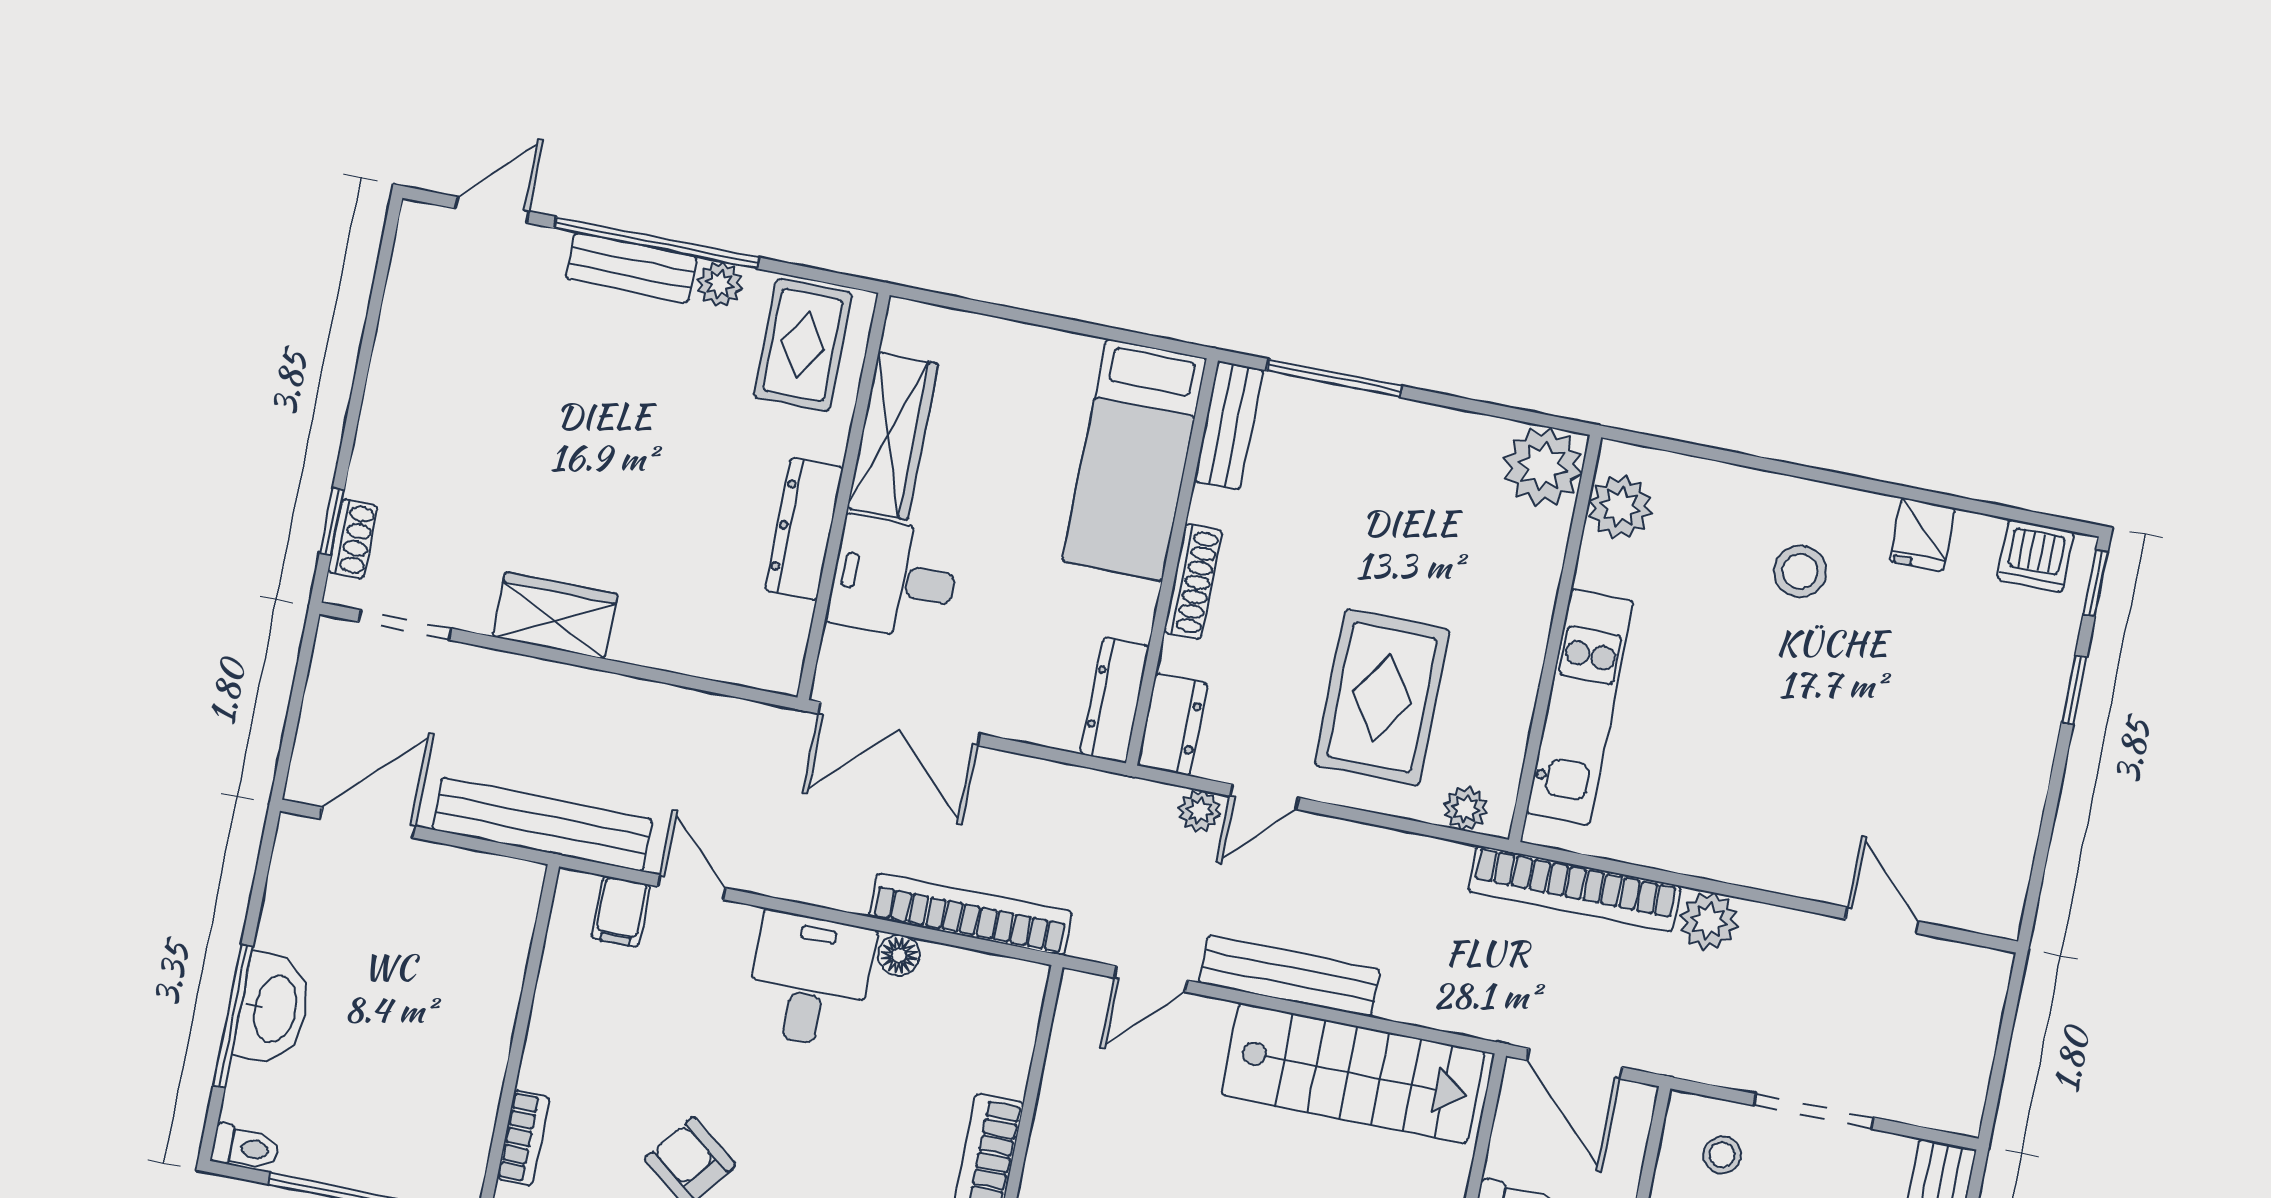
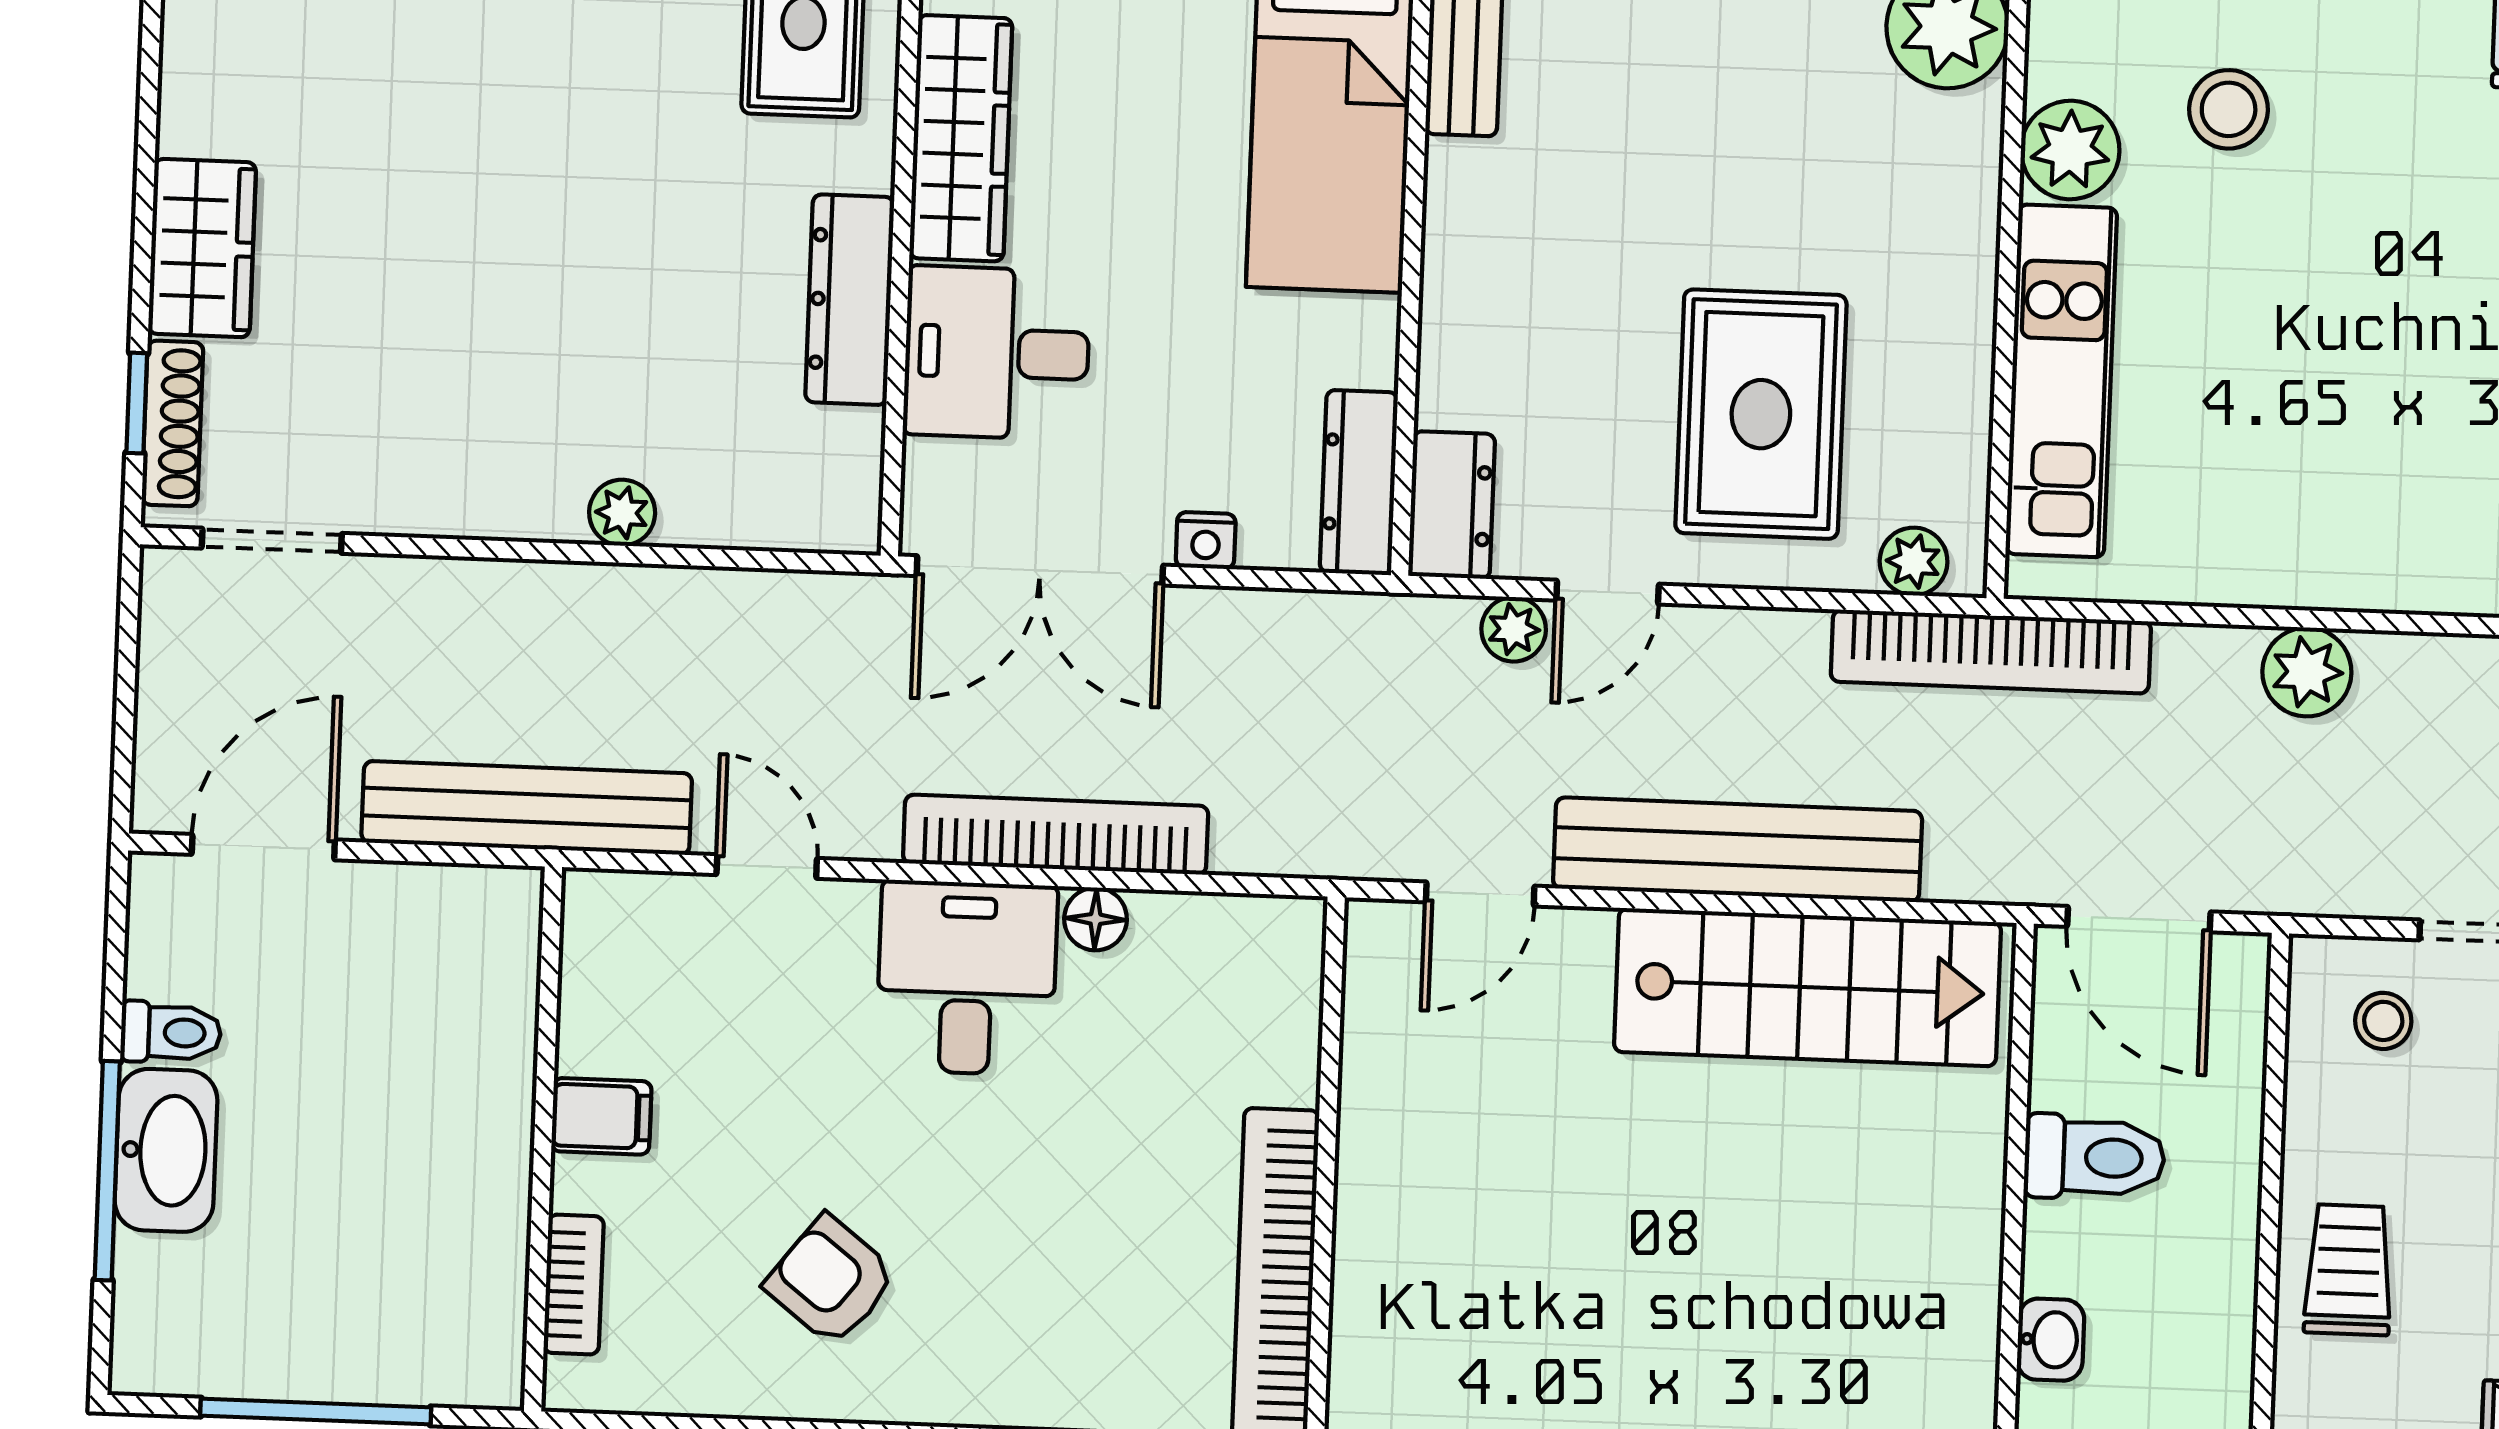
plant: (1620, 507) -> (2070, 150), moved
shoe rack: (353, 539) -> (172, 423), width x1.43
stool: (1800, 571) -> (2229, 109), moved
shoe rack: (1193, 582) -> (1448, 285), removed
wardrobe: (555, 615) -> (202, 248), moved, turned 90
plant: (635, 643) -> (622, 513), added
nightstand: (1010, 722) -> (1206, 541), added
bookcase: (1575, 889) -> (1991, 651), moved
filing cabinet: (621, 911) -> (601, 1116), moved, turned -90
bookcase: (971, 914) -> (1056, 835), moved
bench: (1289, 976) -> (1738, 850), width x1.37, depth x1.21
toilet: (246, 1148) -> (171, 1032), moved

